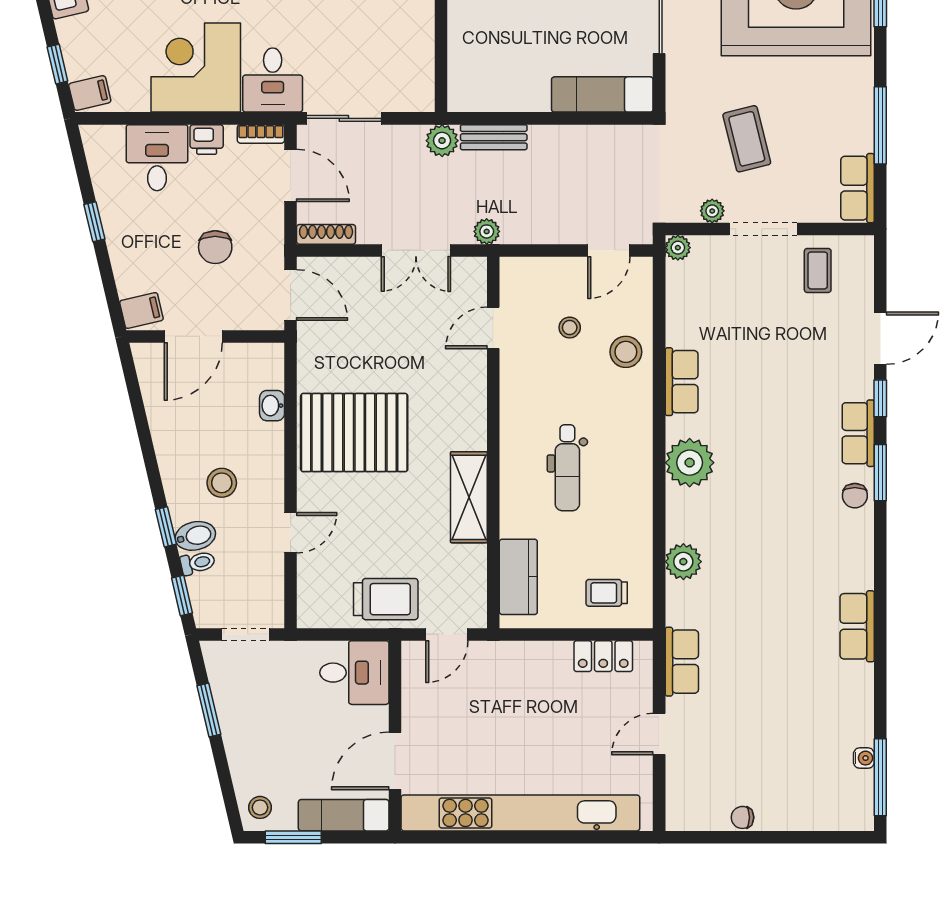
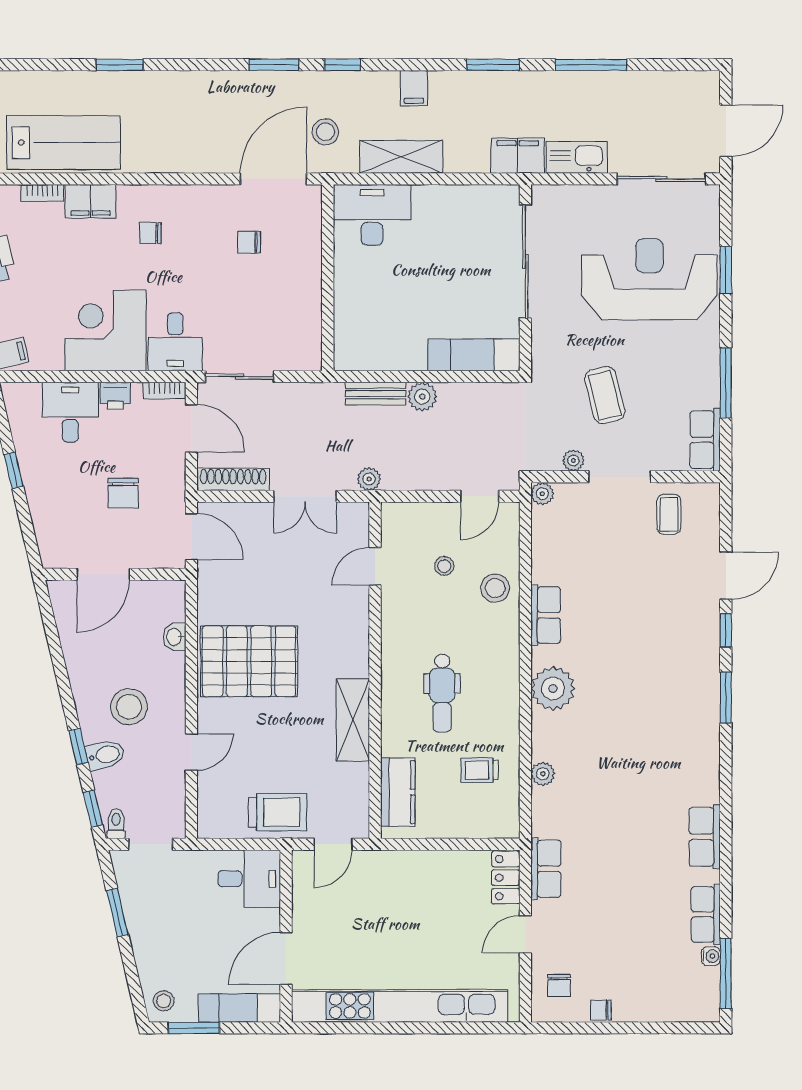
plant: (442, 141) -> (422, 397), moved
shoe rack: (326, 234) -> (233, 480), width x1.36, depth x1.24
filing cabinet: (141, 311) -> (56, 551), removed
row of seats: (858, 433) -> (706, 914), moved
stool: (222, 483) -> (129, 707), width x1.38, depth x1.38
chair: (855, 496) -> (559, 985), moved
plant: (683, 562) -> (543, 774), width x0.73, depth x0.73
toilet: (198, 563) -> (116, 824), moved, turned -77
trolley: (607, 593) -> (480, 770), moved
locker: (603, 656) -> (506, 878), moved, turned 90

